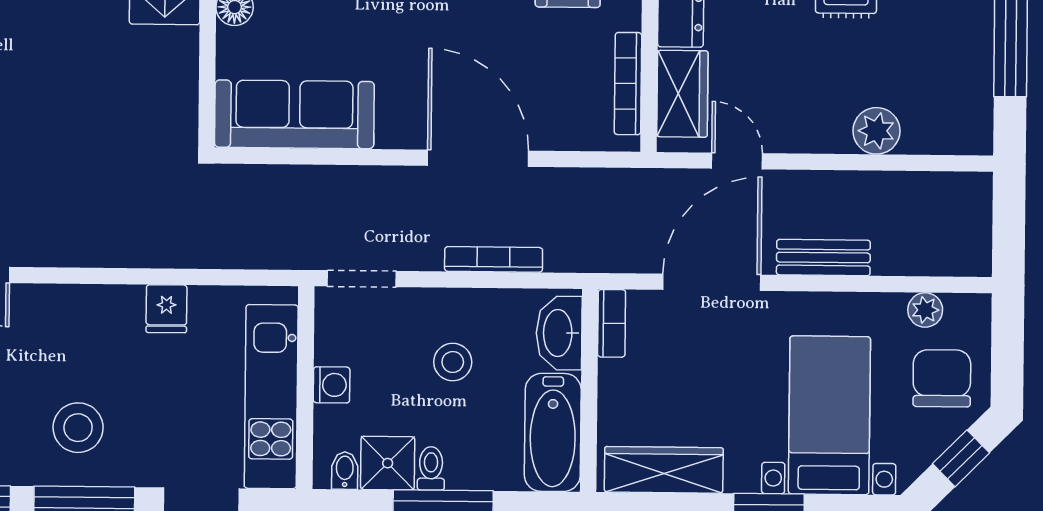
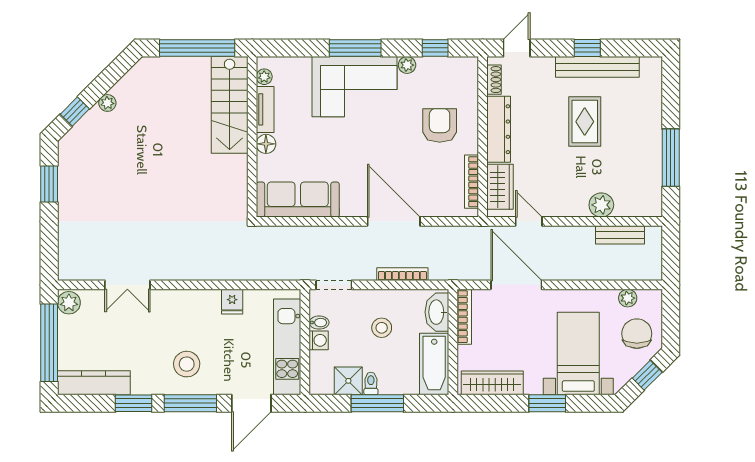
bench: (823, 258) -> (620, 235), moved
door: (712, 282) -> (516, 285), hinge flipped
bookcase: (612, 323) -> (464, 317), width x1.56
bidet: (345, 470) -> (319, 323), moved, turned 90

